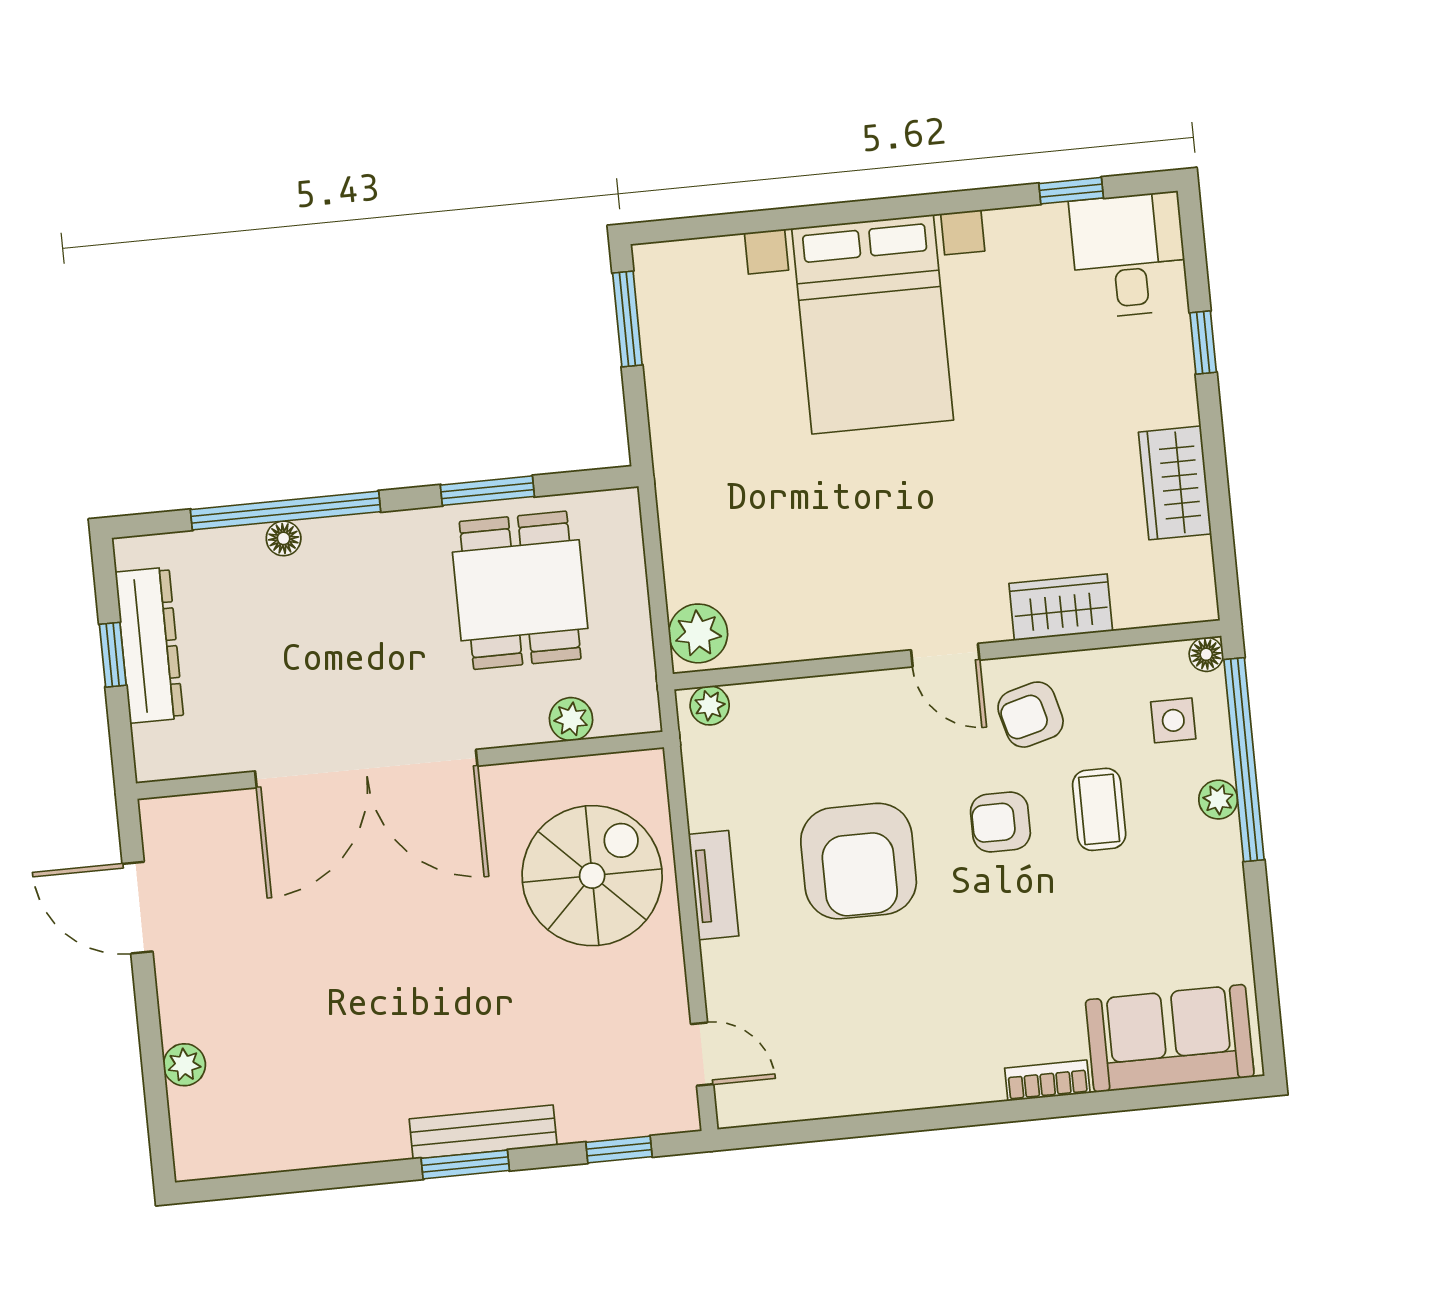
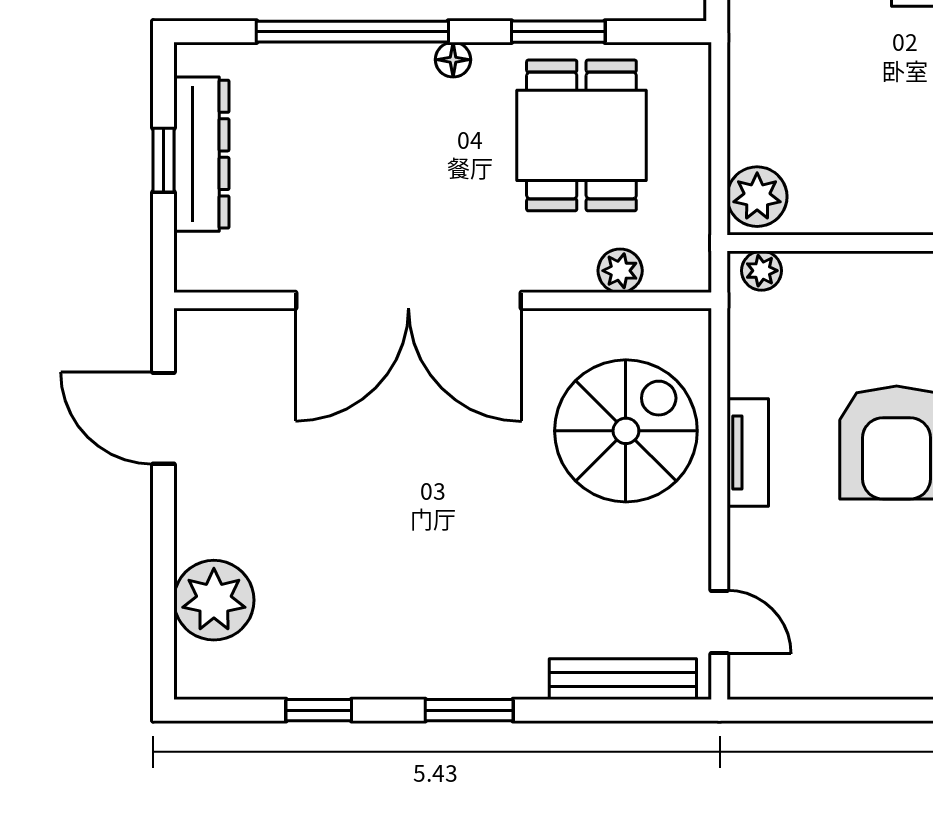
floor lamp: (284, 538) -> (453, 60), moved
plant: (184, 1065) -> (214, 600), width x1.88, depth x1.88
bench: (483, 1132) -> (623, 679), moved
window: (619, 1149) -> (319, 710), moved

